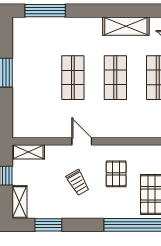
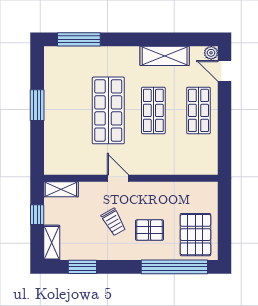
shop shelf: (73, 78) -> (108, 110), width x1.43, depth x1.36
pallet: (116, 174) -> (150, 230), moved, turned 90

